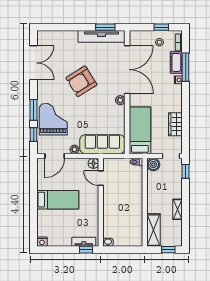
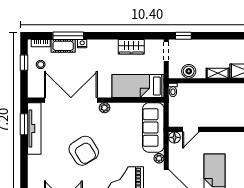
boiler: (153, 165) -> (189, 71), moved
shelving: (178, 209) -> (218, 73), moved

